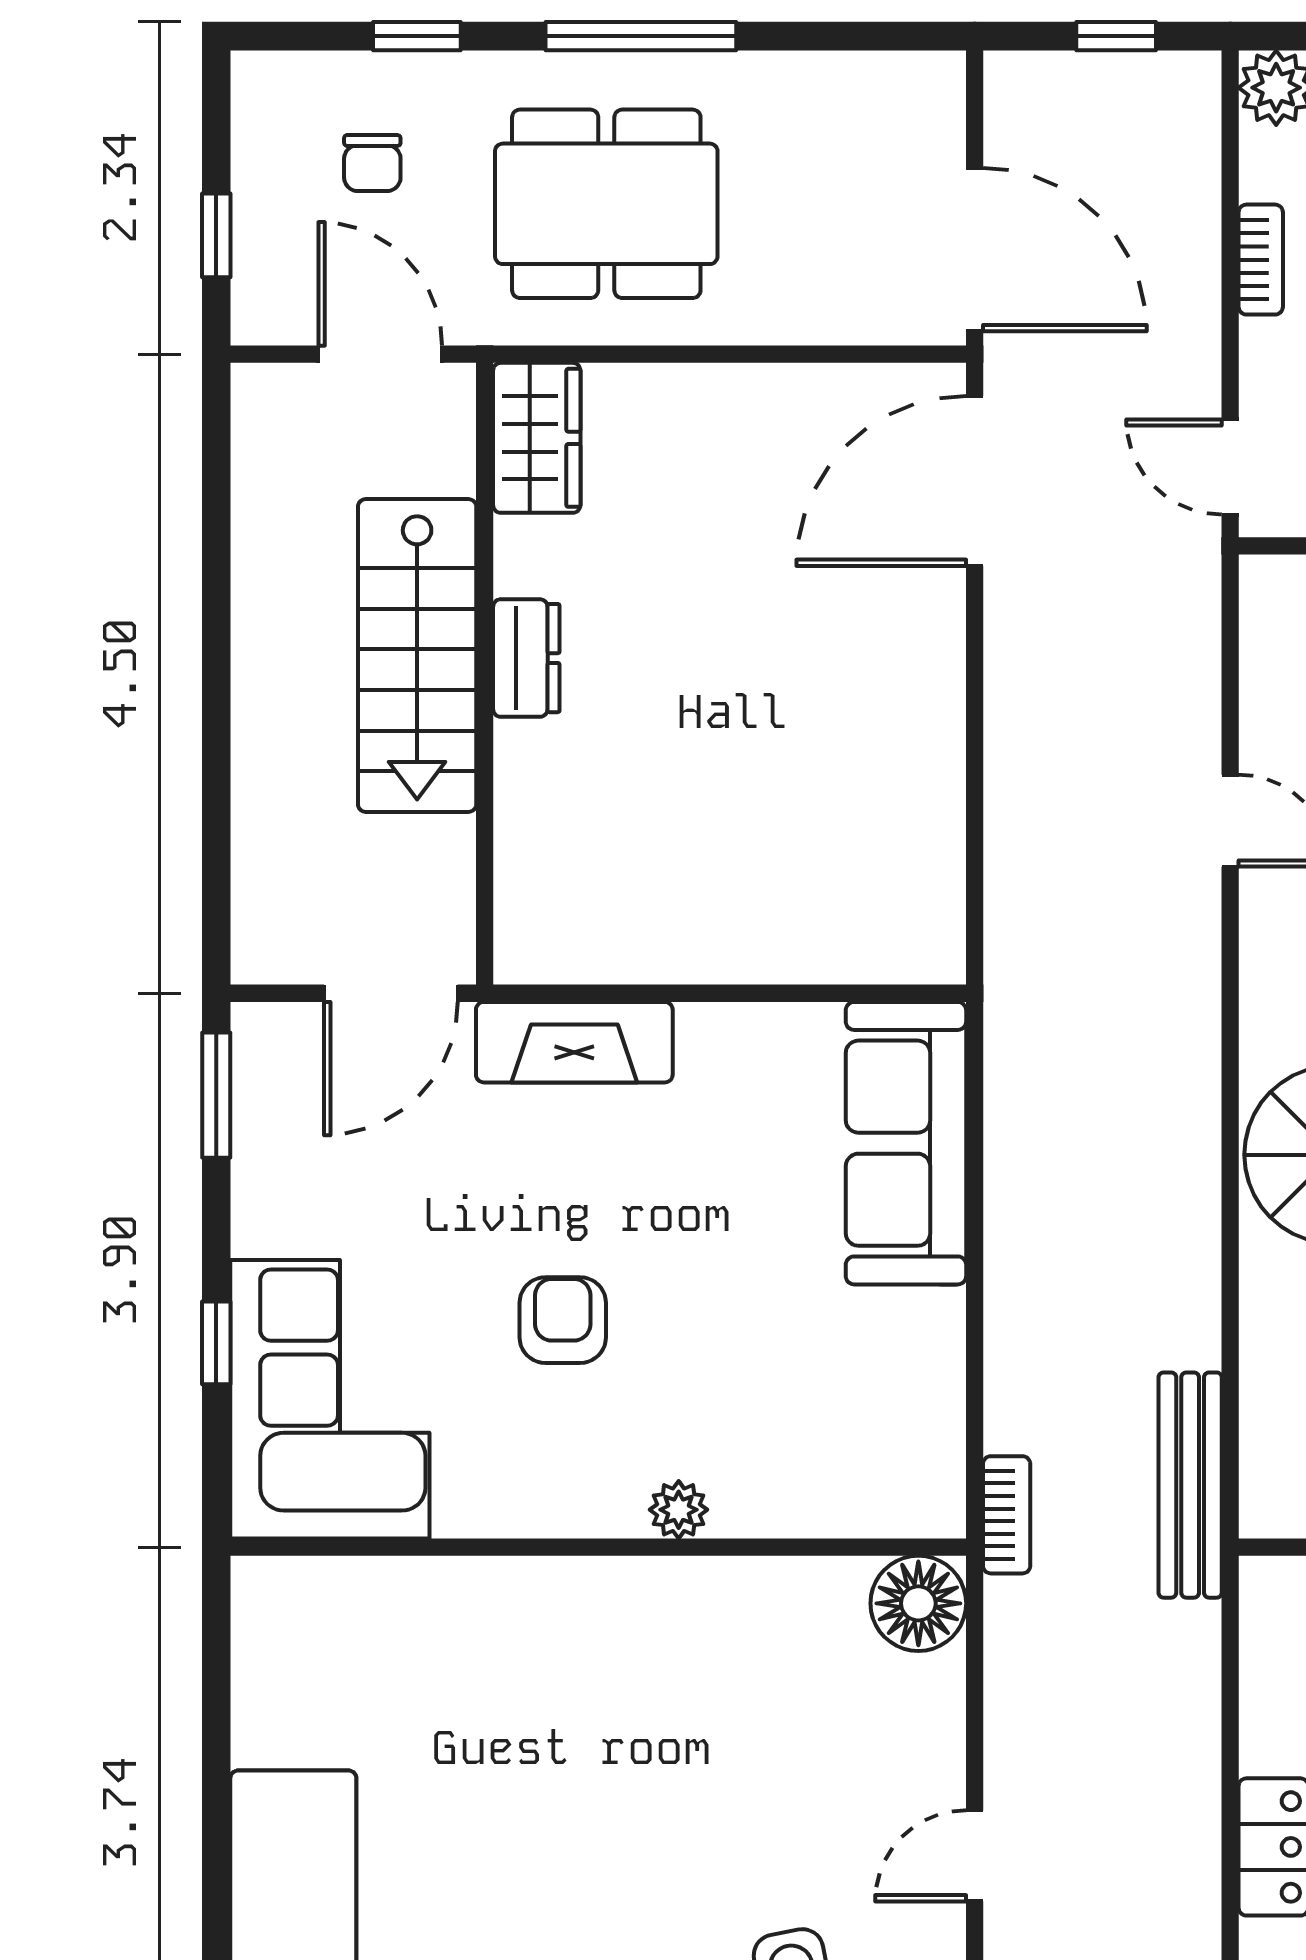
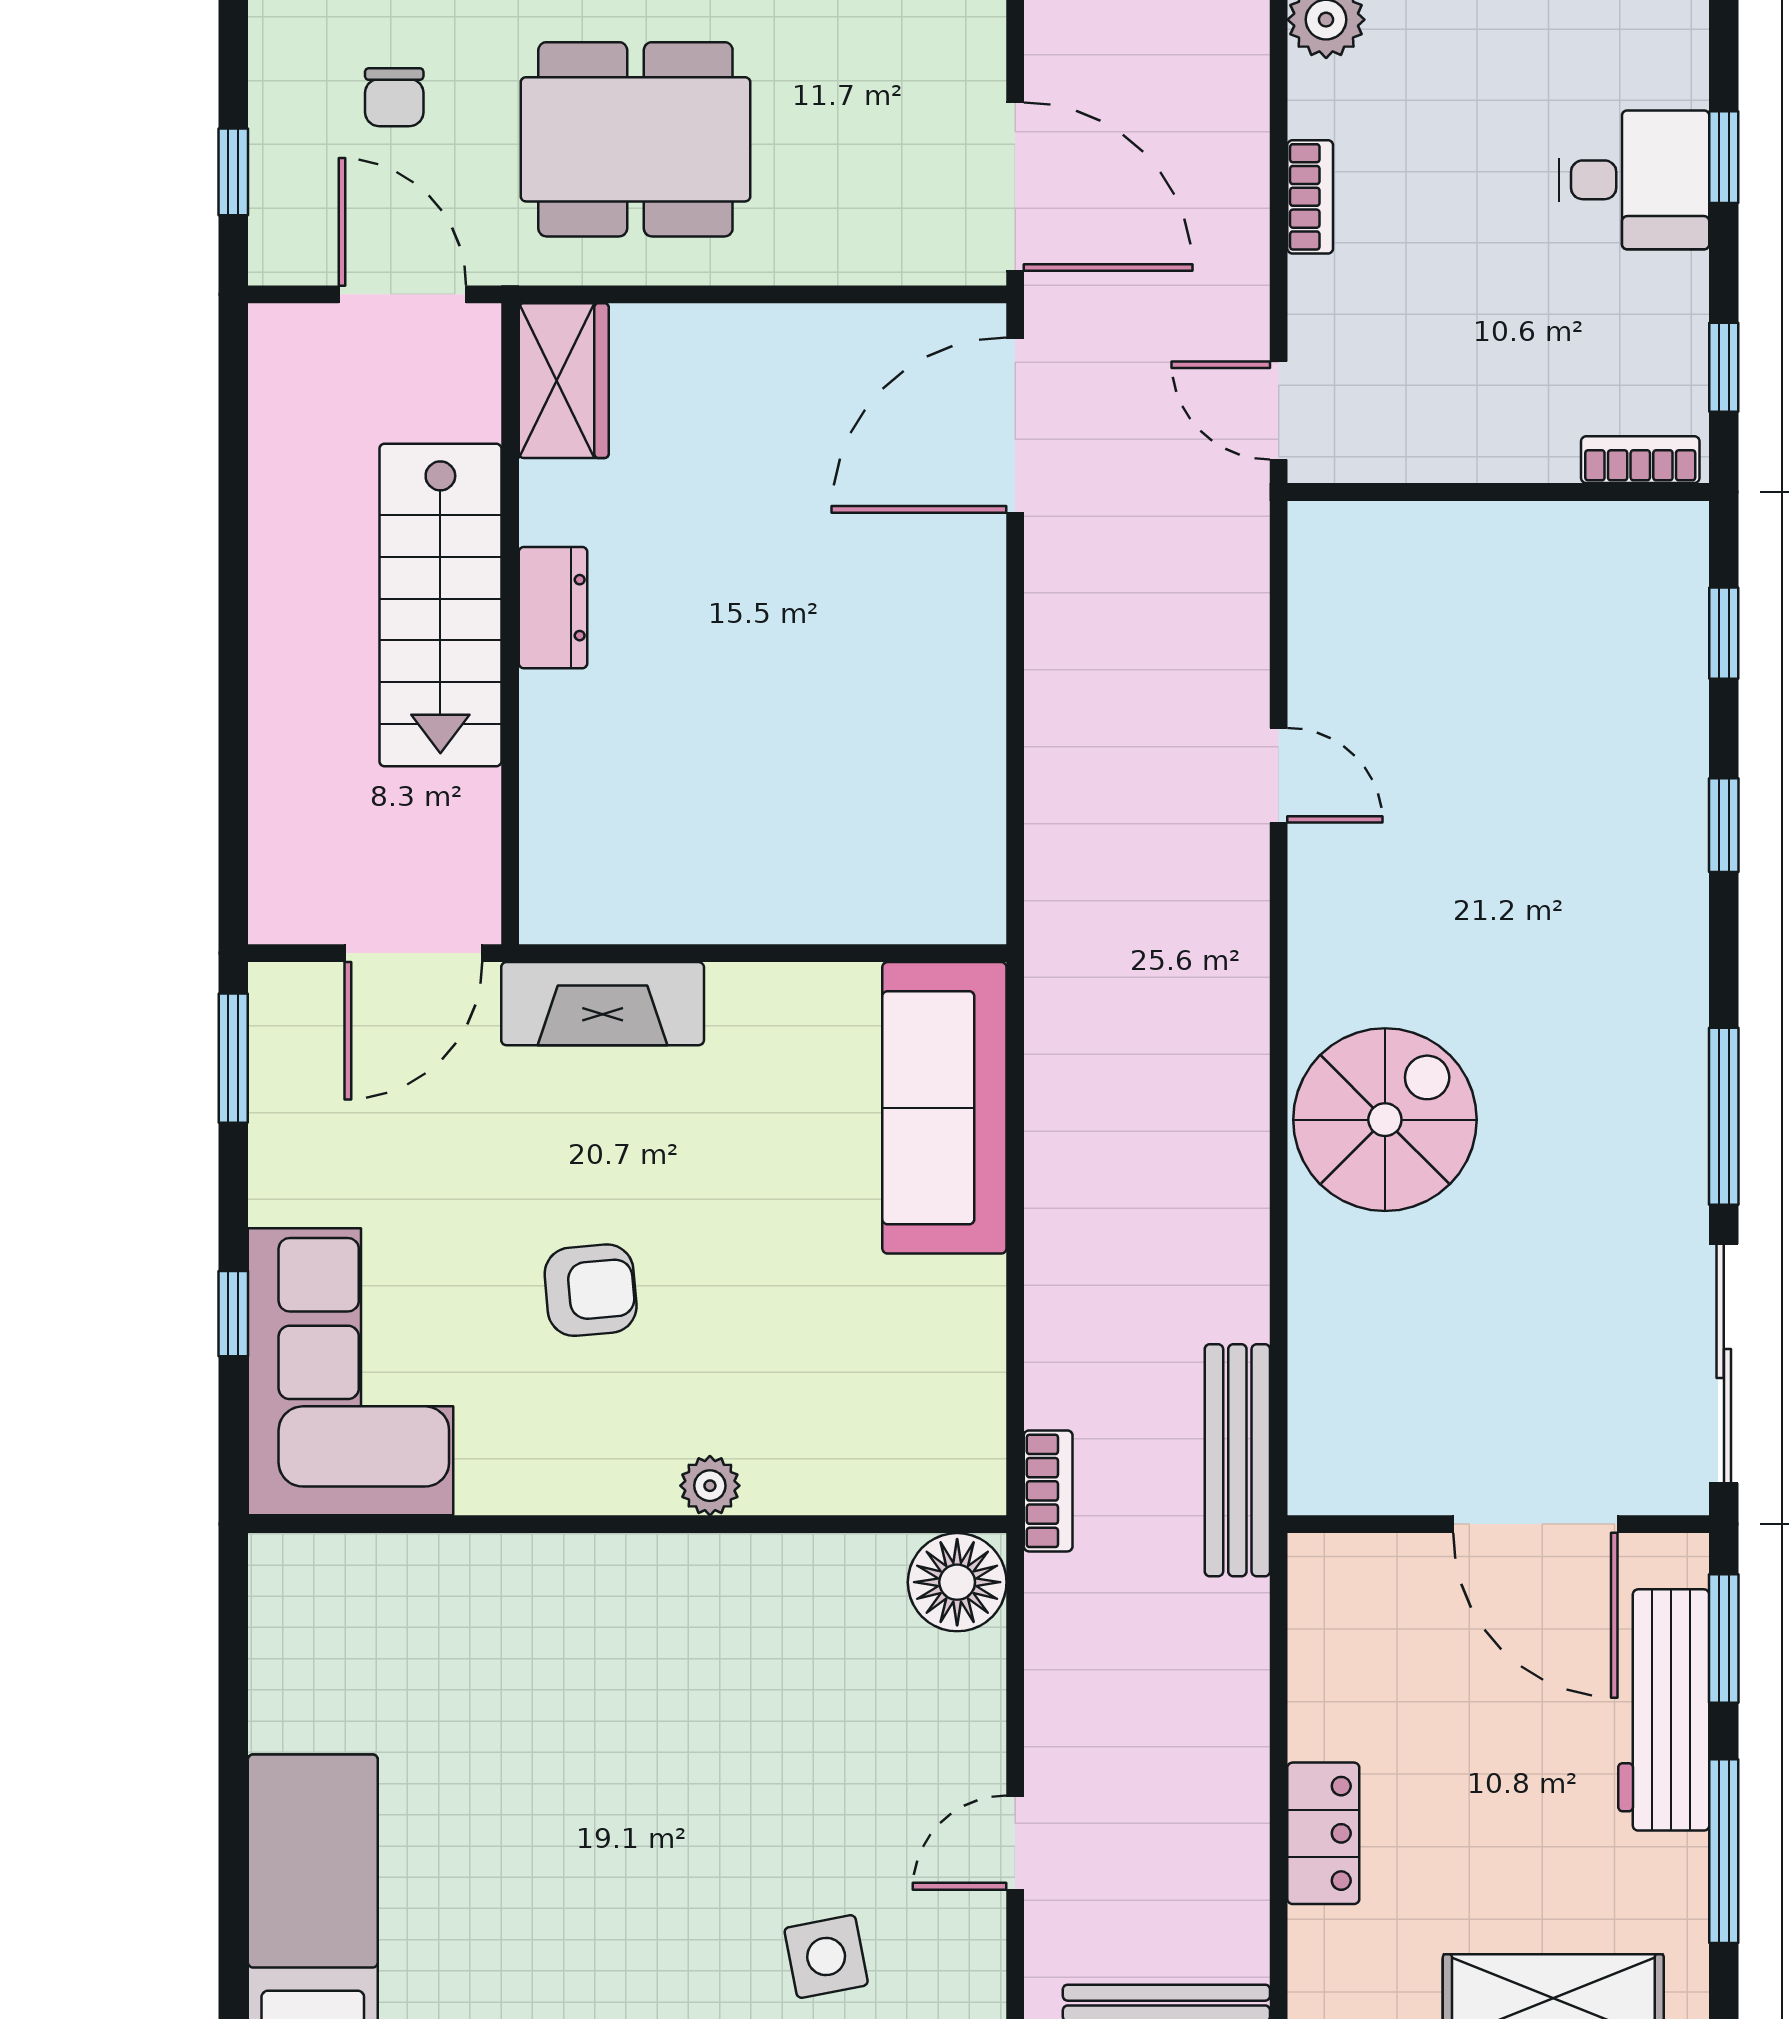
armchair: (563, 1320) -> (591, 1290), turned 85

